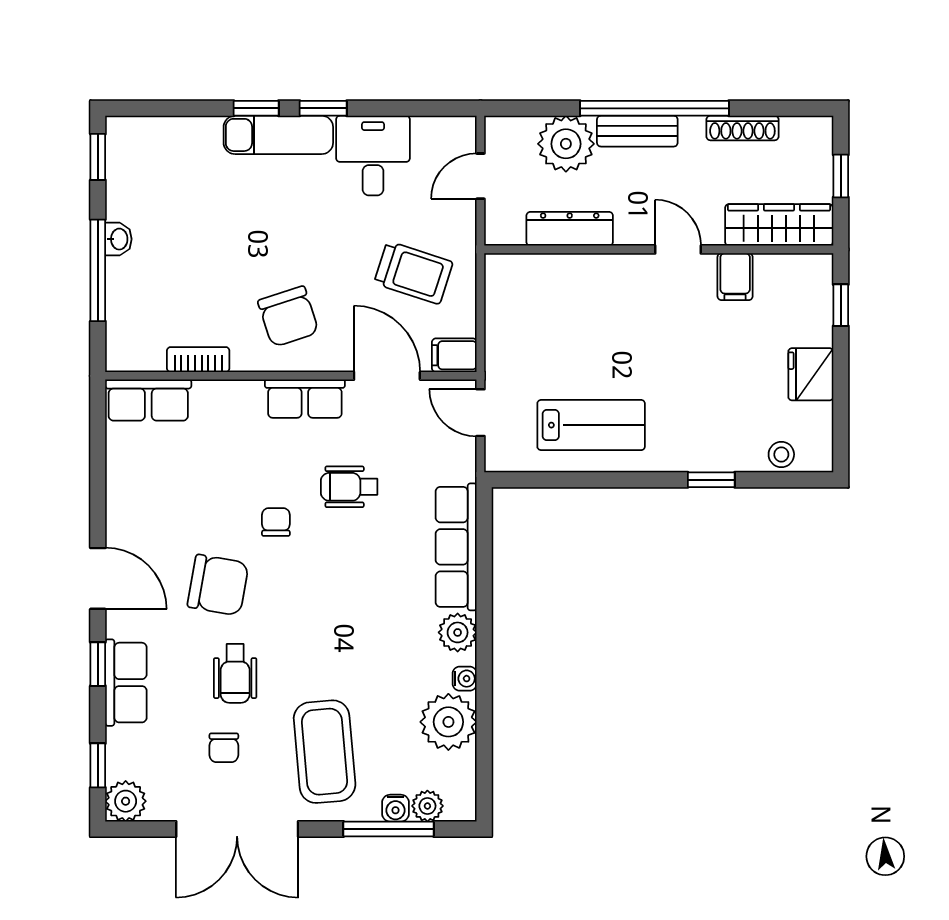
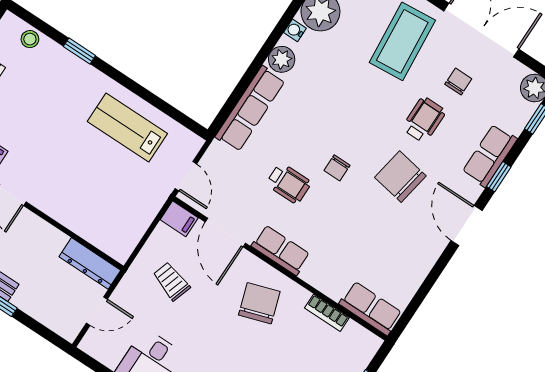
plant: (566, 144) -> (36, 297), removed
dresser: (570, 229) -> (90, 263), moved
trolley: (413, 273) -> (171, 281), width x0.73, depth x0.72
chair: (276, 522) -> (337, 168), moved

